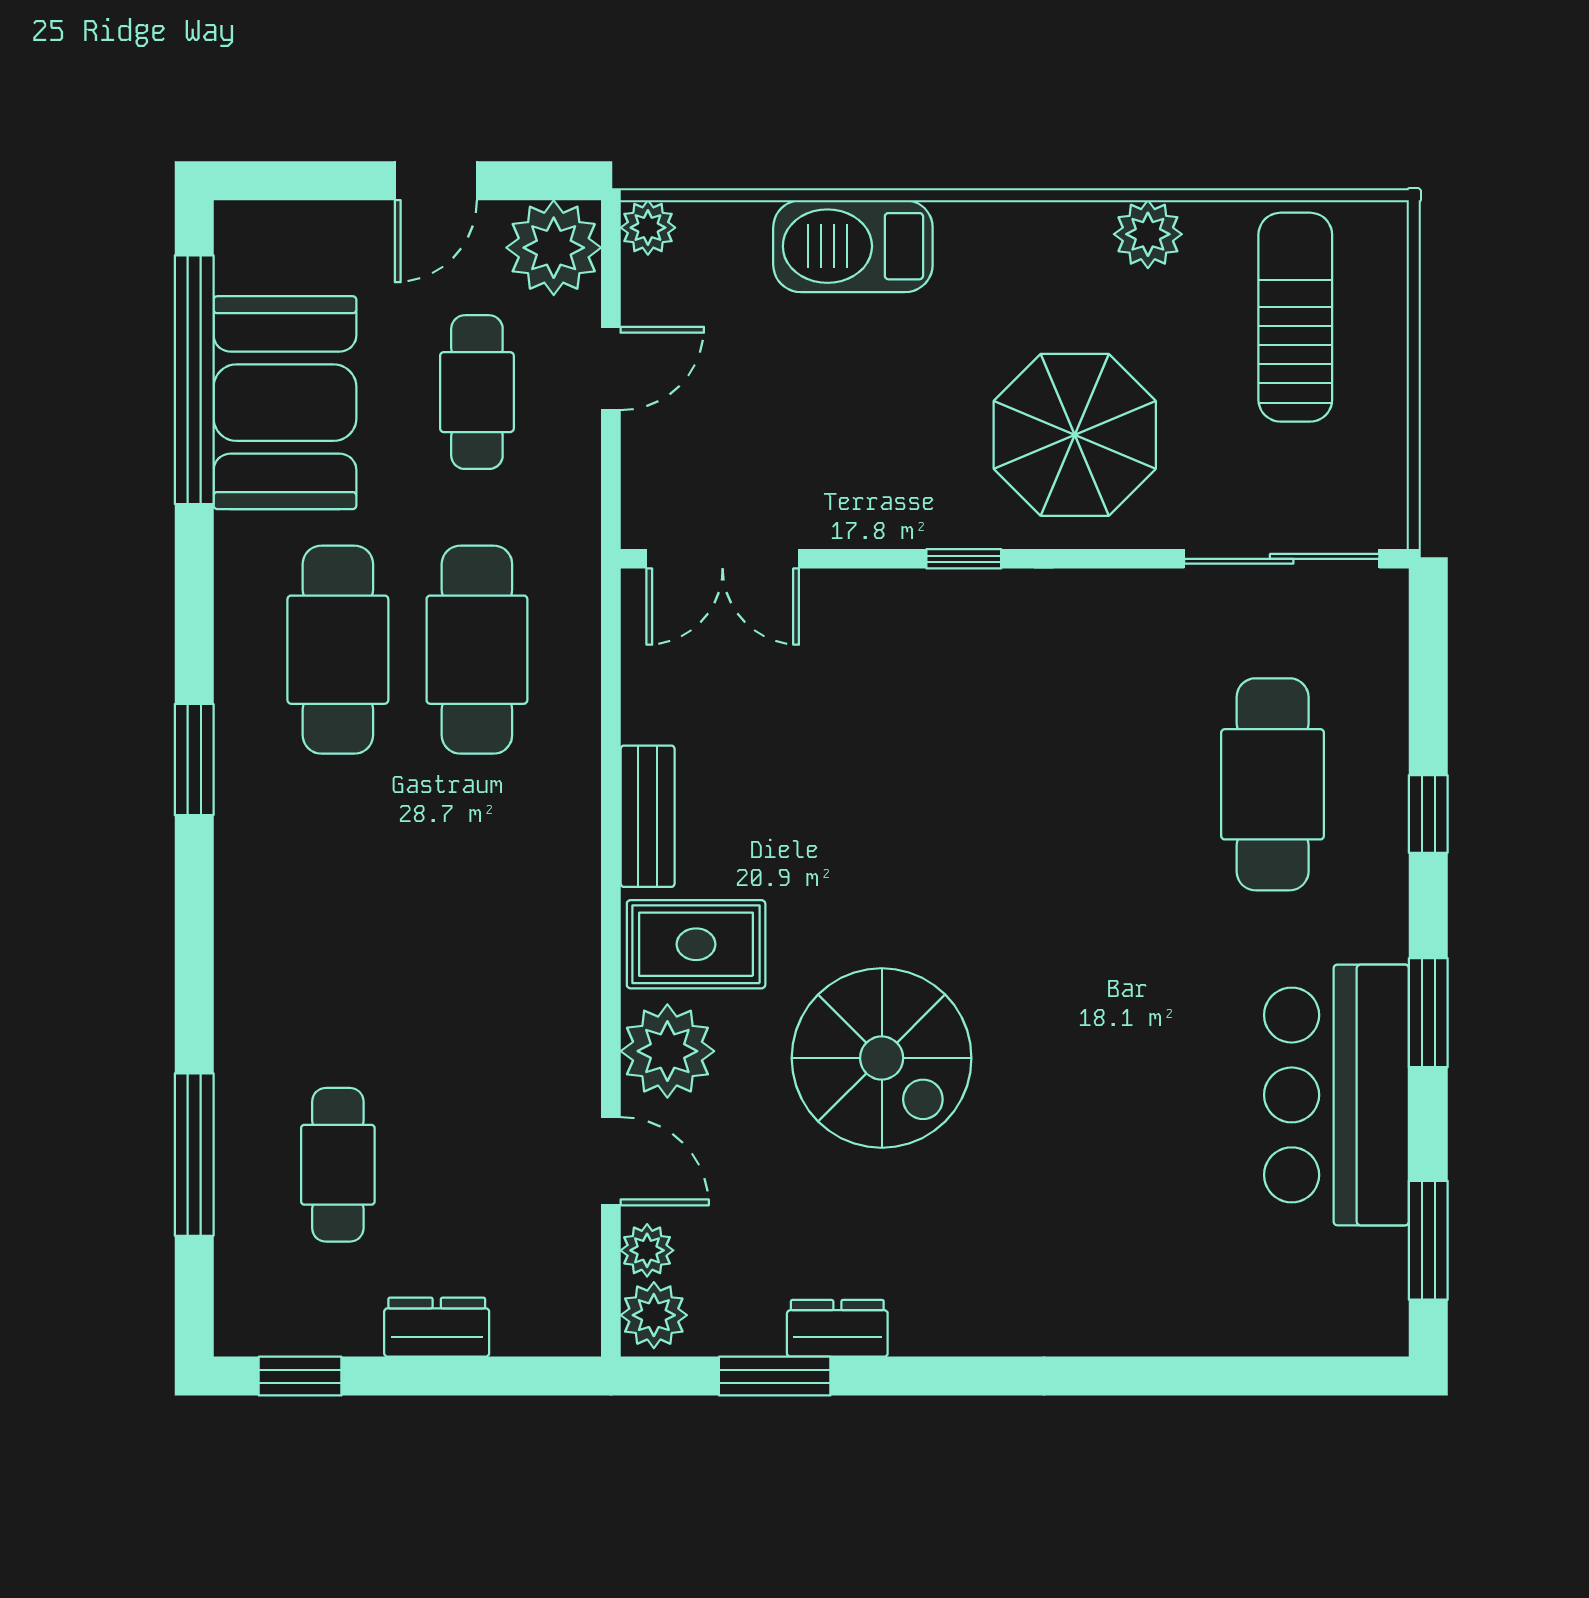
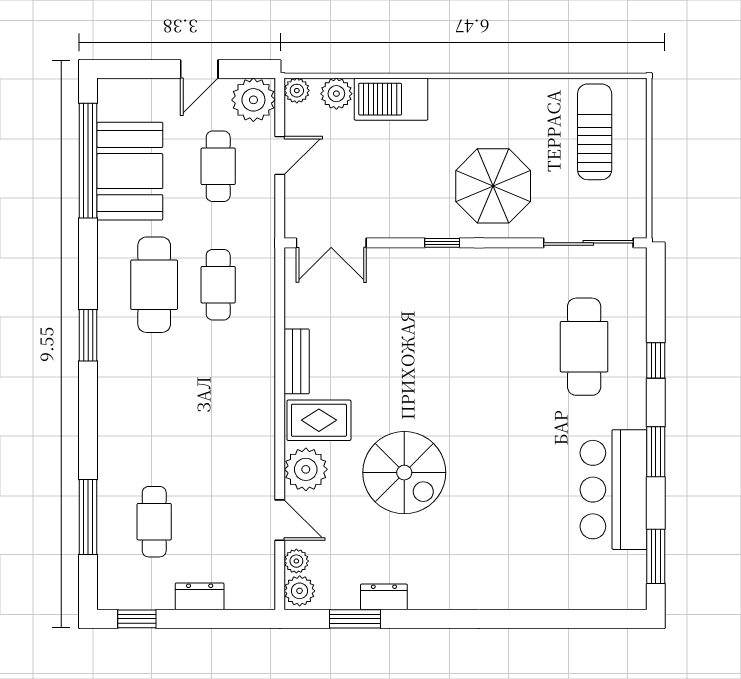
plant: (1148, 234) -> (336, 94), moved
cafe table: (477, 650) -> (218, 285), width x0.73, depth x0.74

